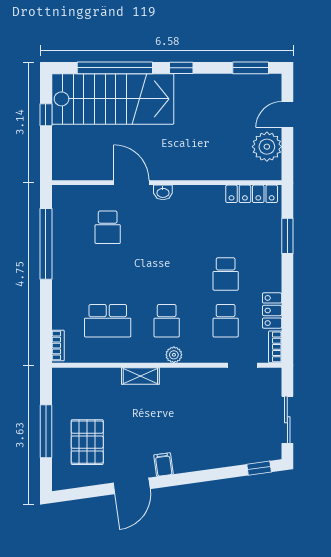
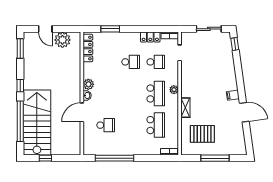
plant: (184, 195) -> (88, 84), added
school desk: (167, 321) -> (156, 94), width x1.85
pallet: (87, 442) -> (202, 134), moved

